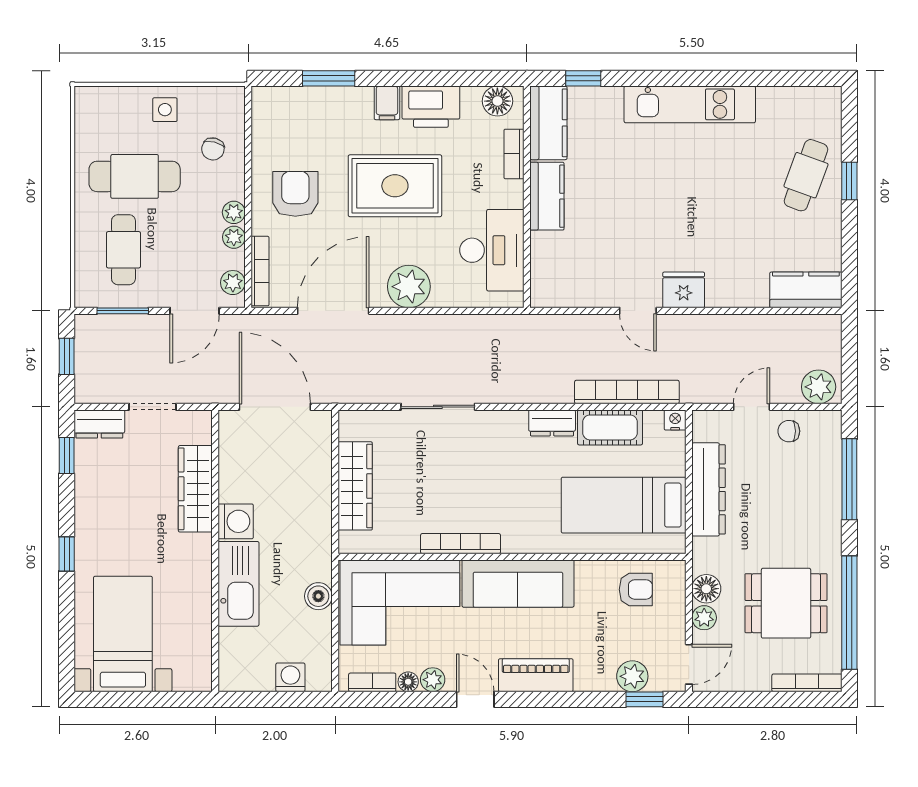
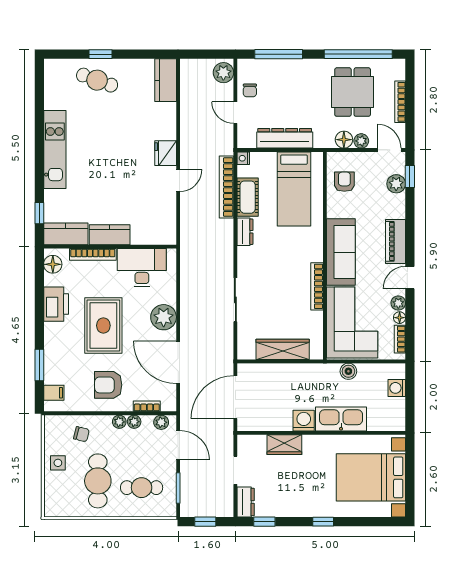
filing cabinet: (387, 103) -> (54, 393), moved
bookcase: (514, 154) -> (93, 254), width x1.56
bookcase: (260, 271) -> (147, 406), width x0.64
wardrobe: (195, 489) -> (284, 445), width x0.67
bed with nightstands: (123, 634) -> (371, 477), width x1.36
bookcase: (807, 683) -> (400, 102), moved

